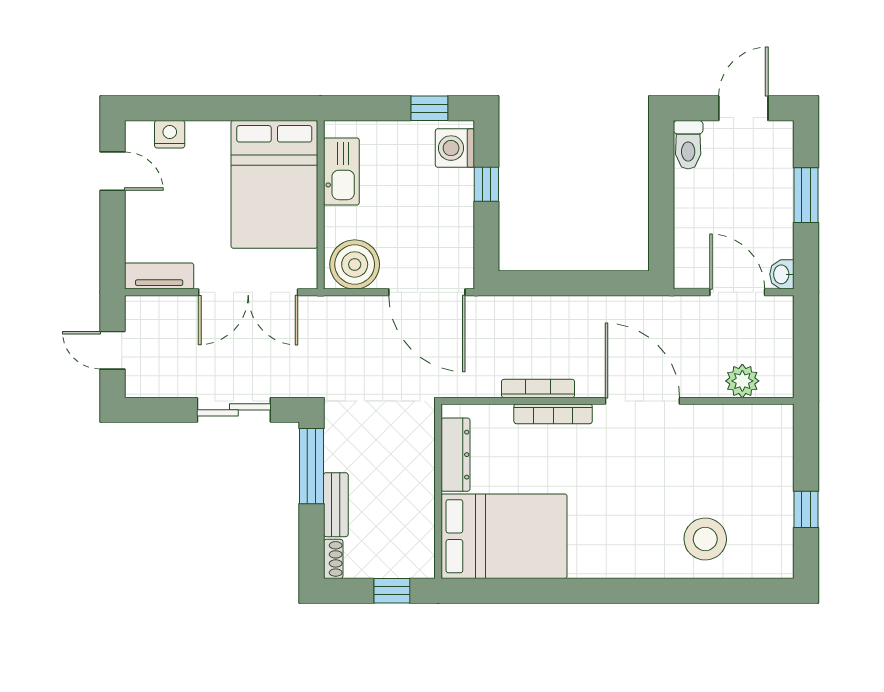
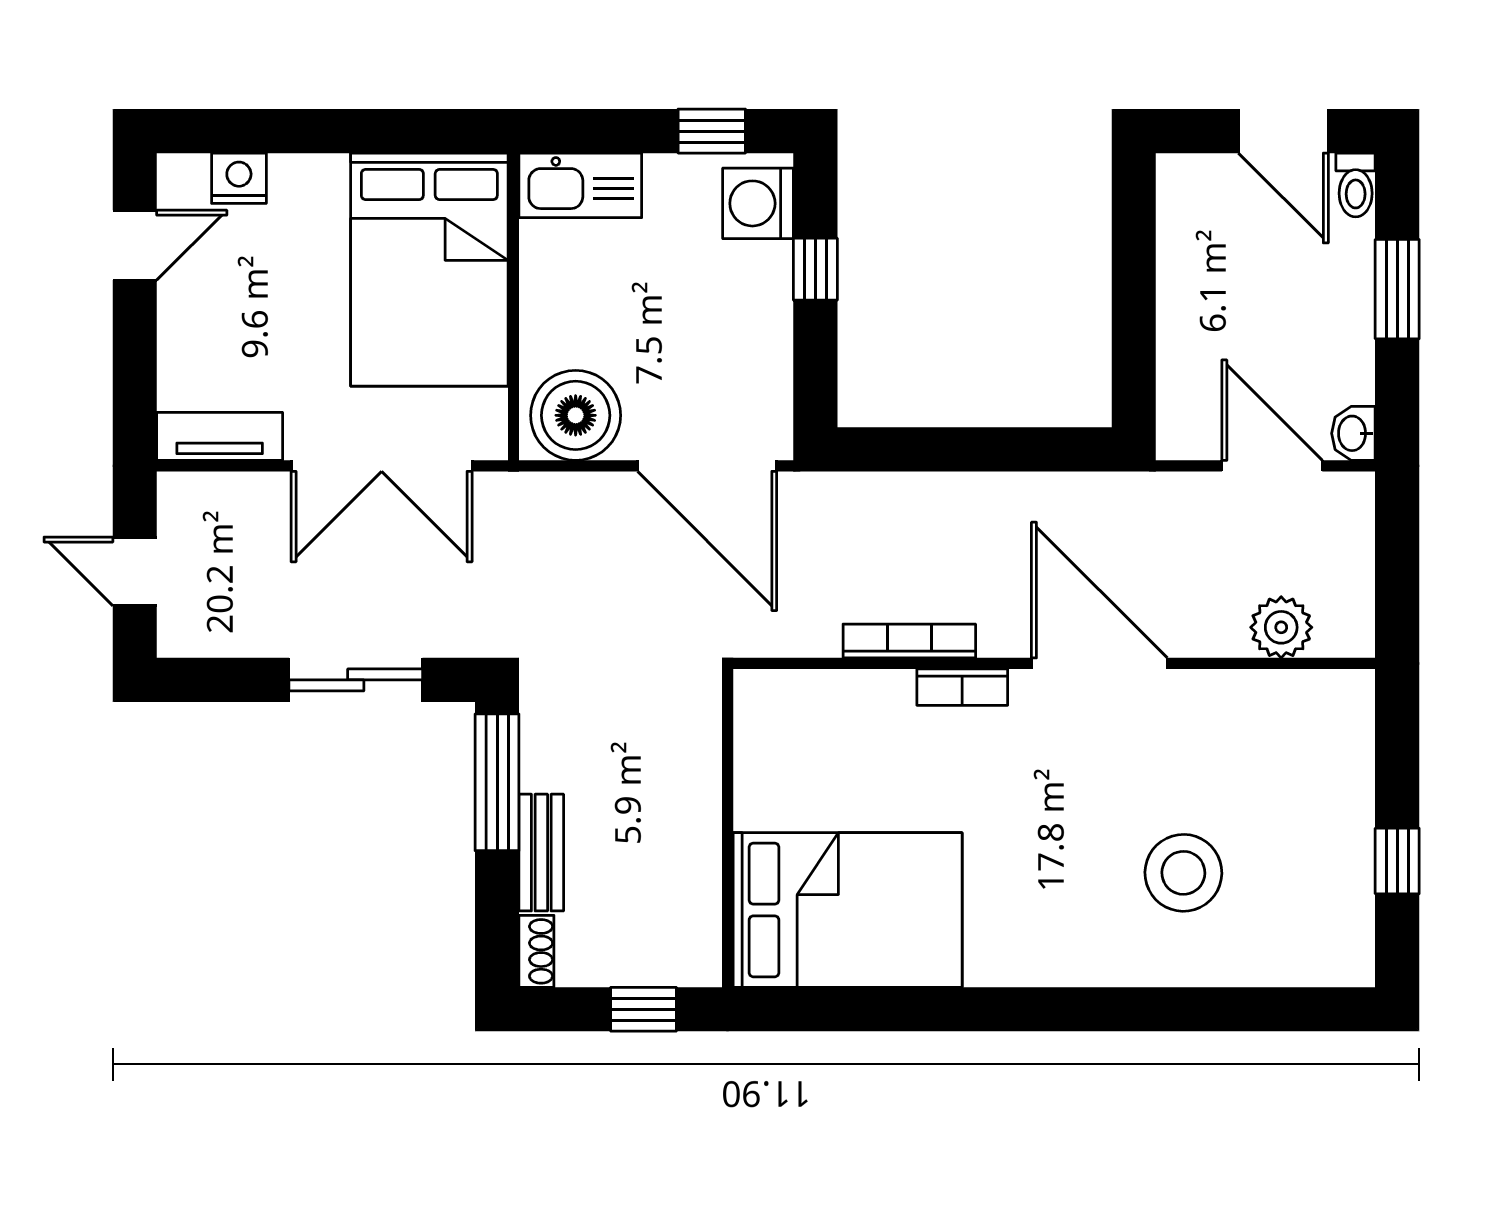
door: (743, 108) -> (1283, 131), swing flipped
toilet: (688, 145) -> (1356, 185), moved, width x0.73, depth x0.72
door: (113, 171) -> (135, 245), hinge flipped
kitchen sink: (341, 171) -> (580, 185), moved, turned 90
bookcase: (553, 414) -> (962, 687), width x0.64
dresser: (456, 455) -> (759, 761), removed
stool: (705, 539) -> (1183, 873), moved

